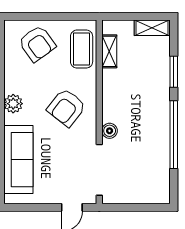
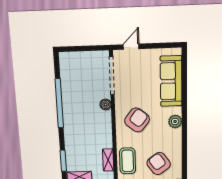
window: (174, 72) -> (63, 161), moved

